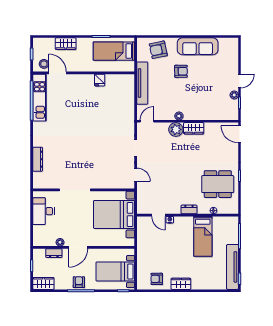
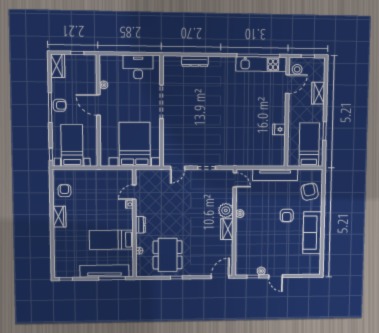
dresser: (54, 253) -> (92, 78), removed
tv unit: (232, 267) -> (104, 271), moved

